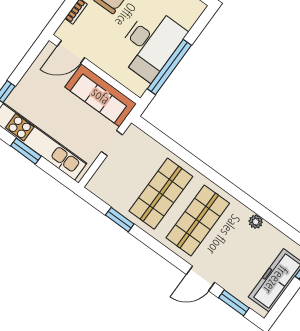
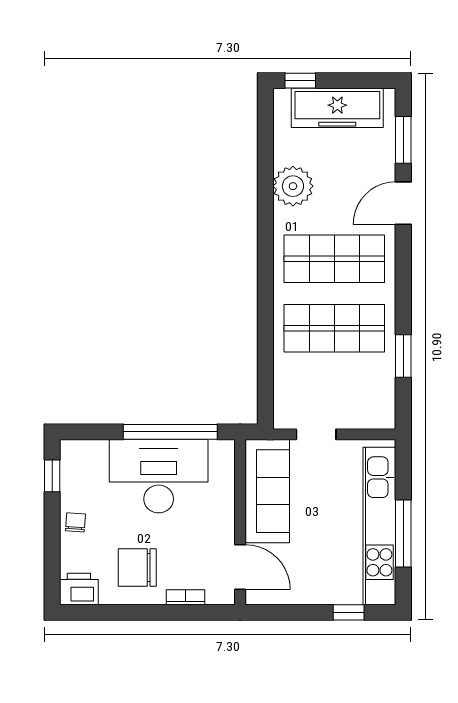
window: (26, 151) -> (403, 533), width x1.44
plant: (256, 222) -> (293, 186), width x1.87, depth x1.87
door: (201, 278) -> (403, 203), swing flipped

